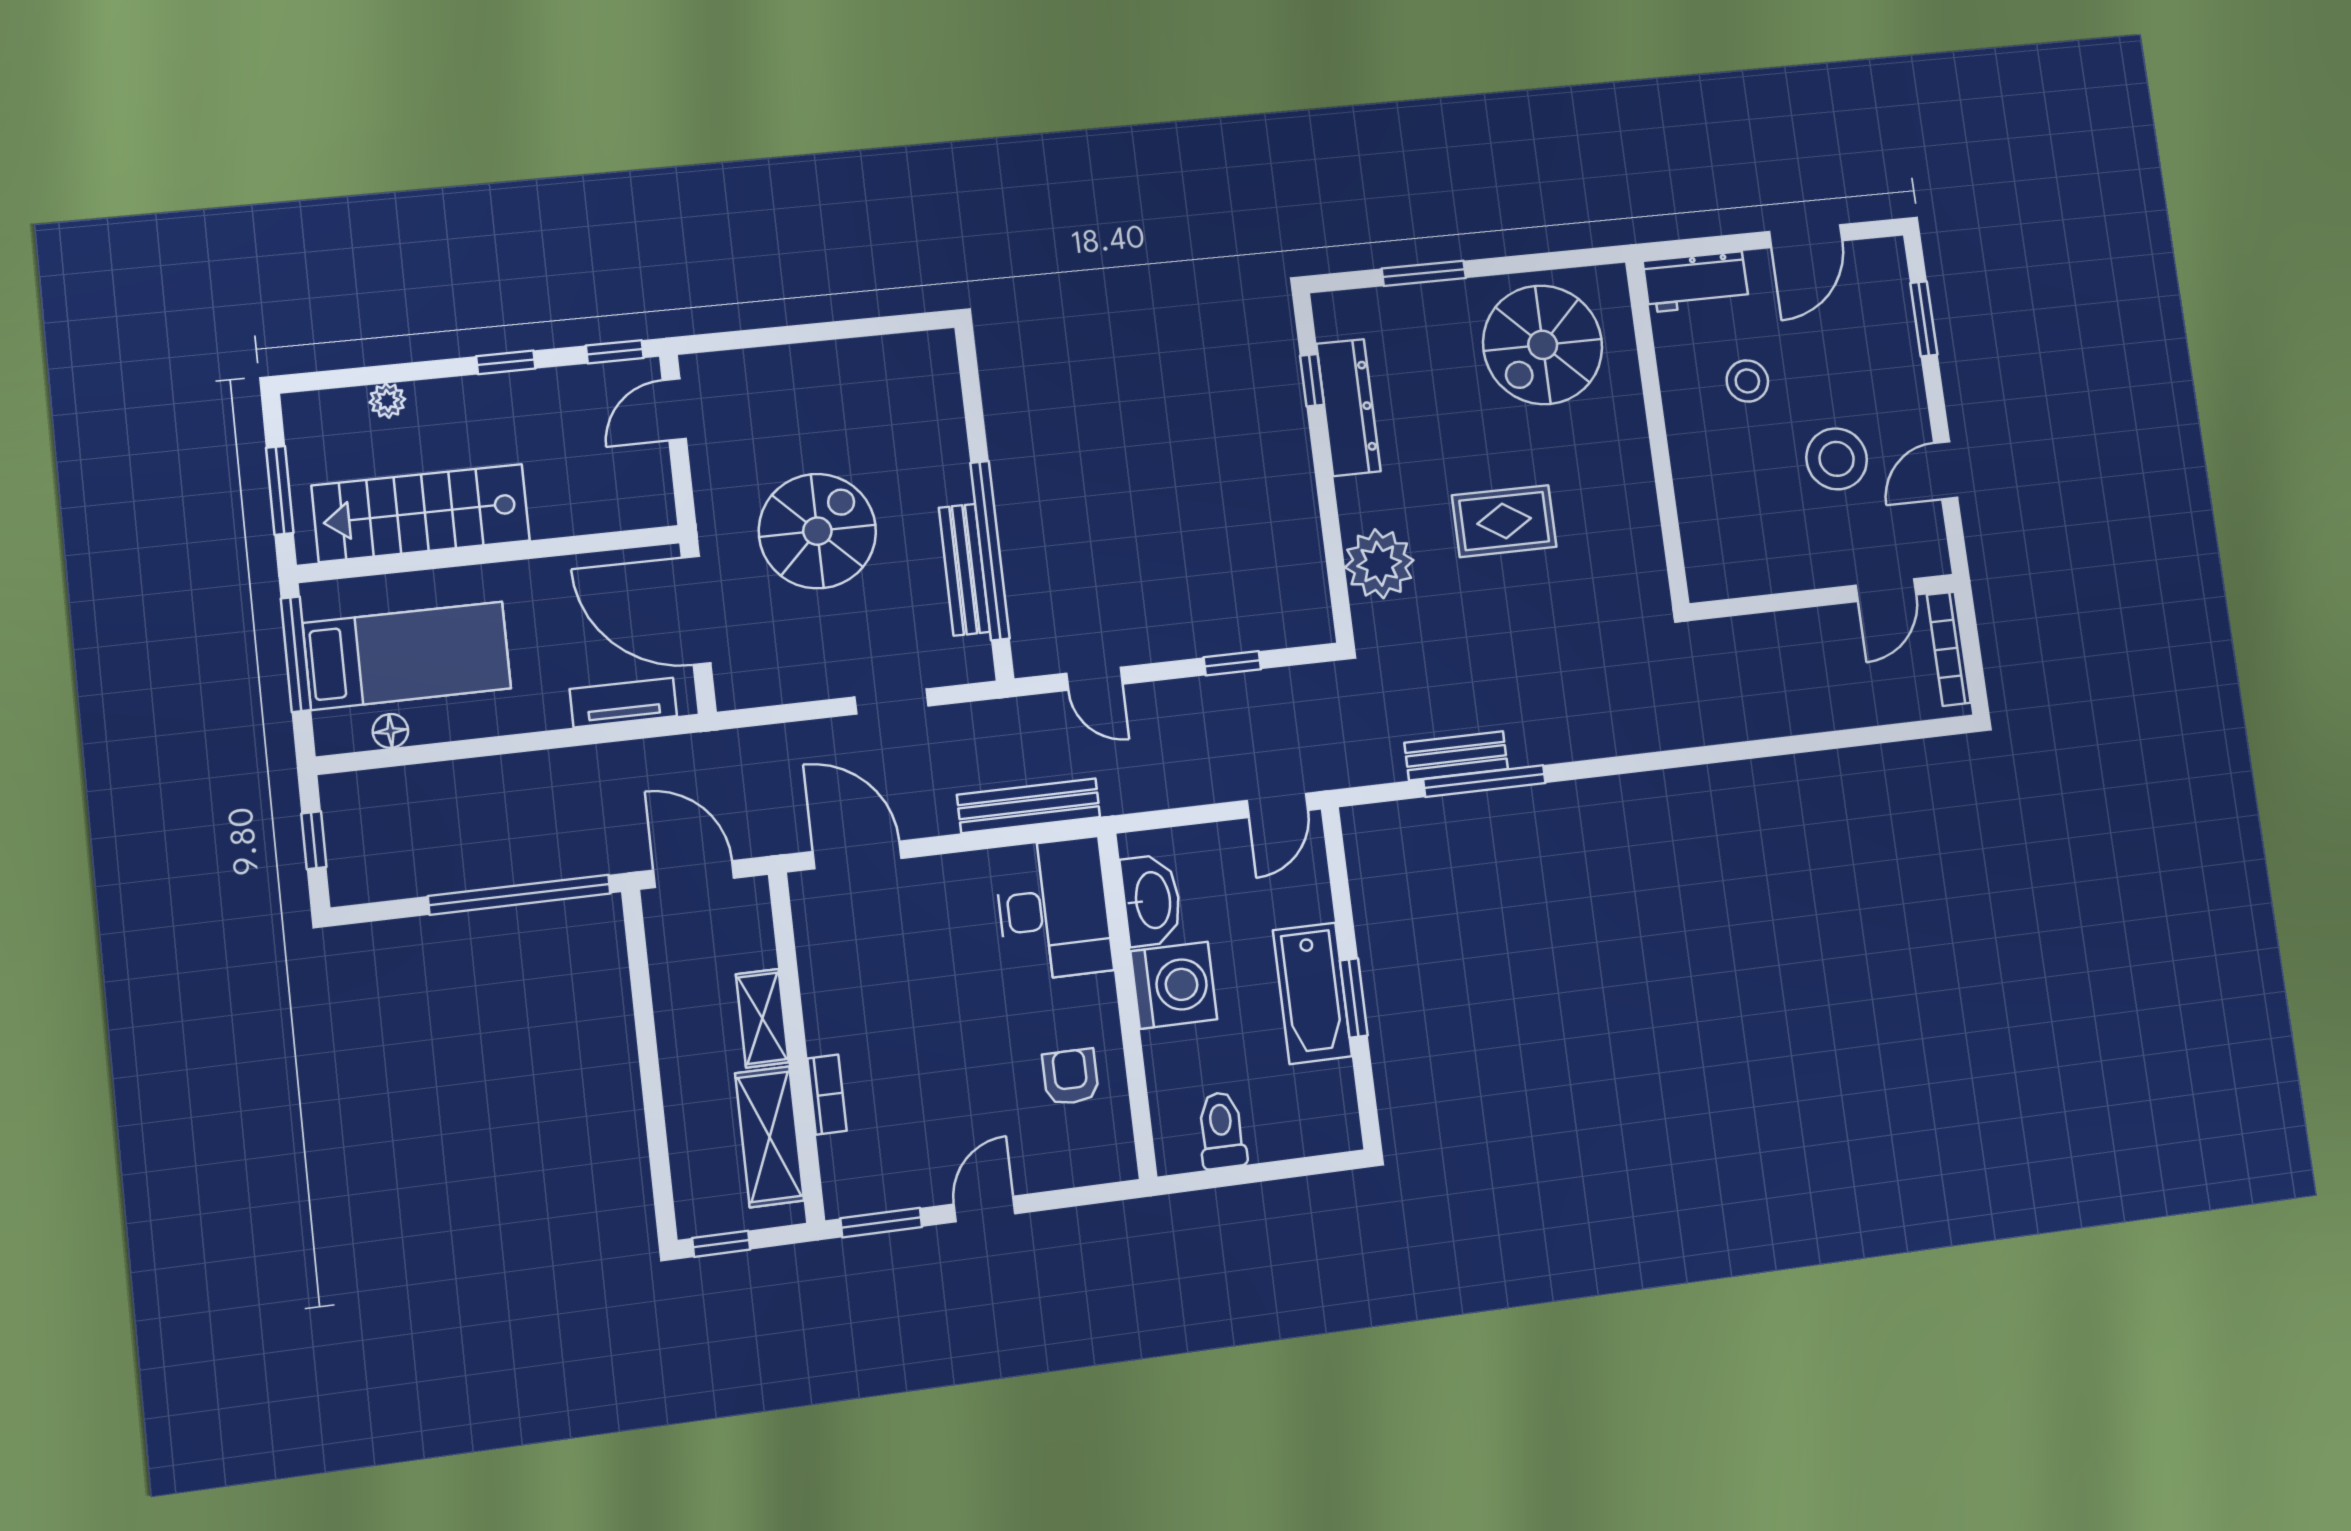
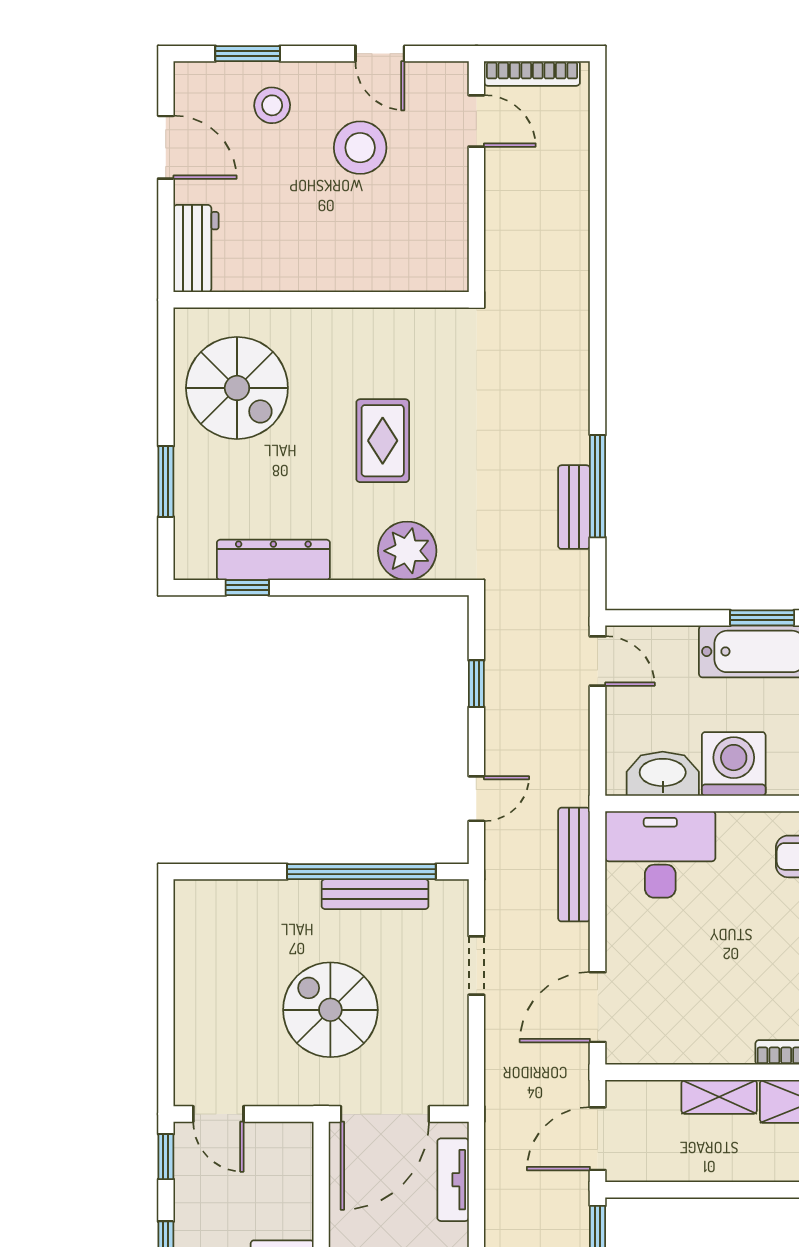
stool: (1747, 381) -> (272, 105), moved

